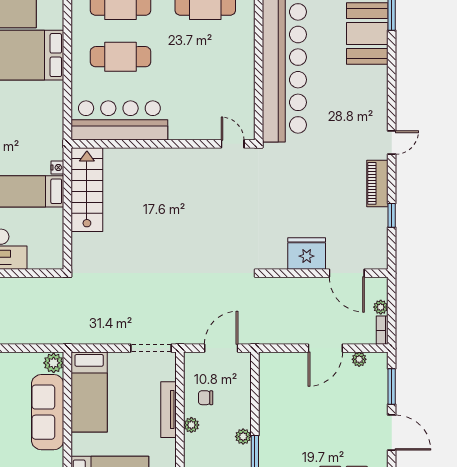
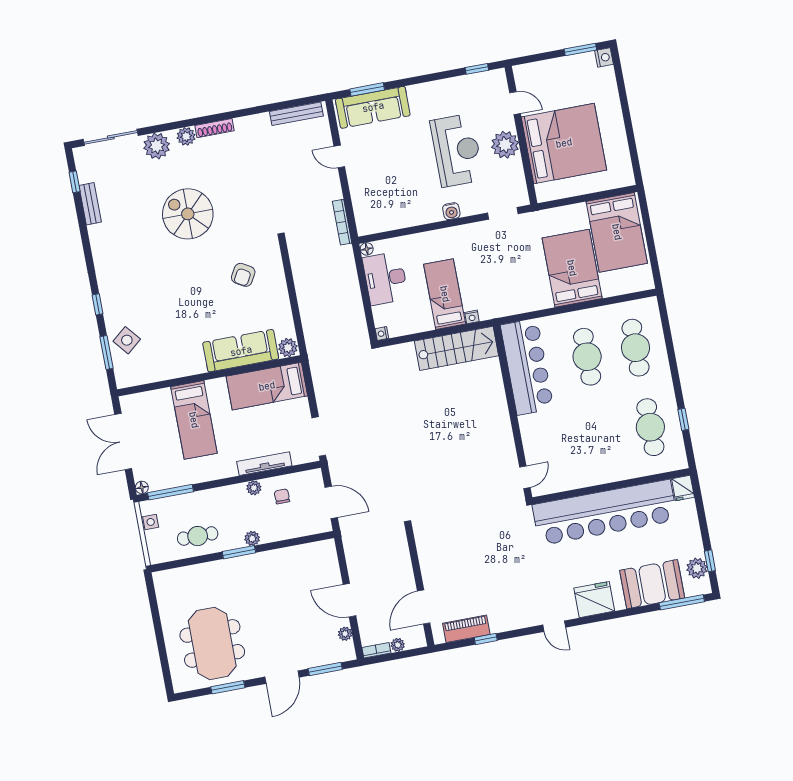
piano: (377, 183) -> (466, 629), moved
fridge: (307, 254) -> (594, 600), moved, turned -90
nightstand: (57, 263) -> (382, 334), added

